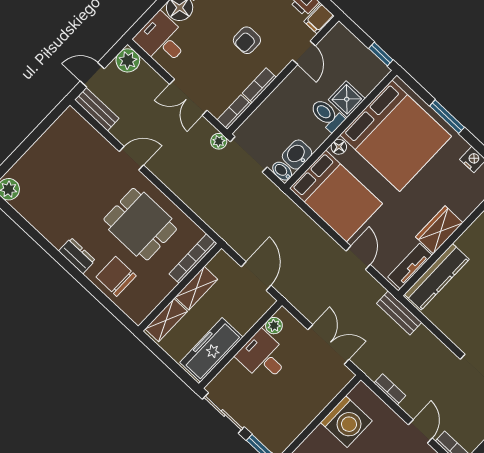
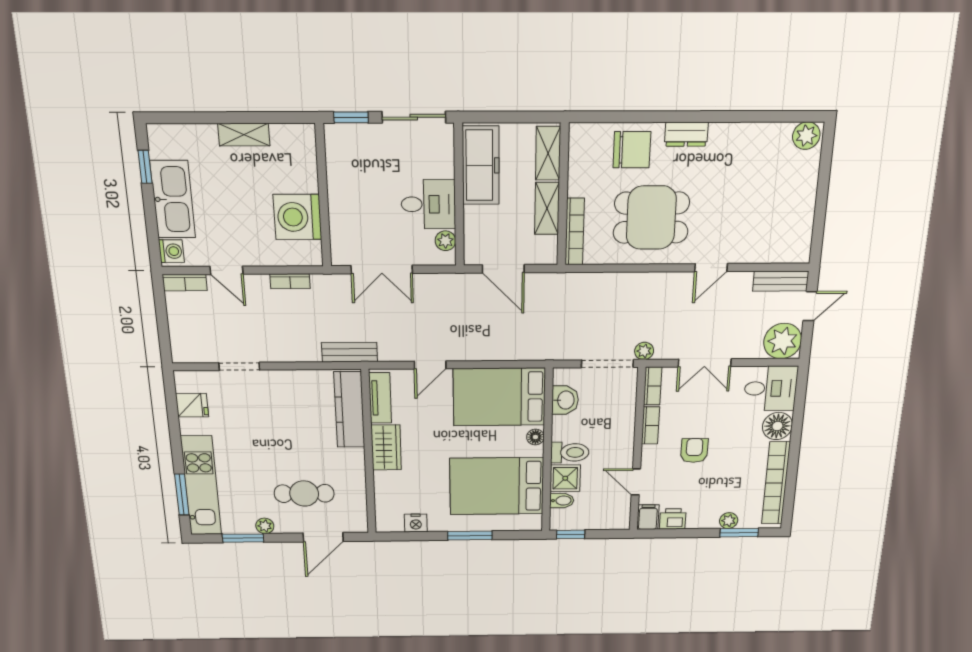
plant: (128, 60) -> (783, 341), width x1.36, depth x1.36
double door: (188, 97) -> (705, 363), swing flipped
bed: (396, 136) -> (497, 486), width x0.73
bidet: (282, 171) -> (562, 501), moved
door: (358, 258) -> (430, 365), hinge flipped

